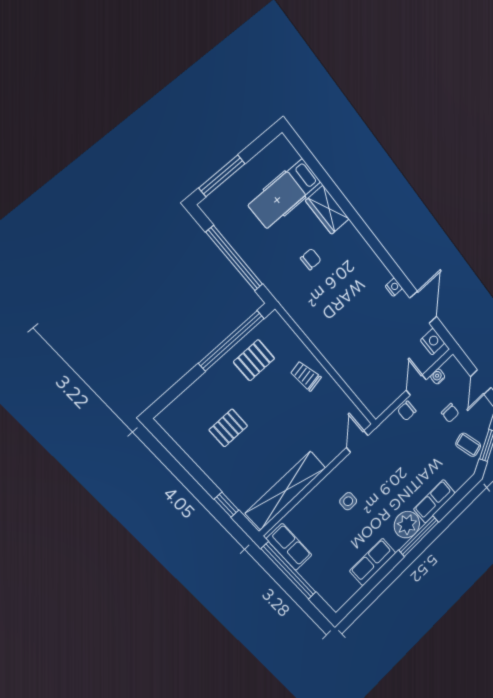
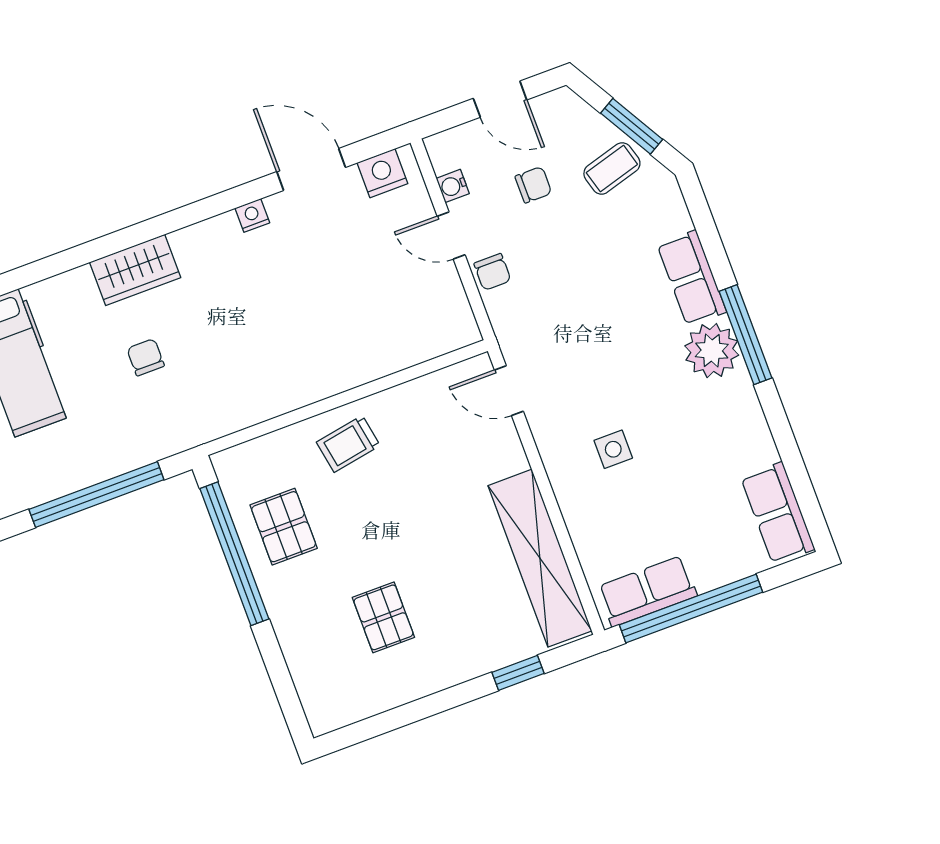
wardrobe: (327, 210) -> (135, 270), moved
row of seats: (373, 562) -> (778, 513), moved

